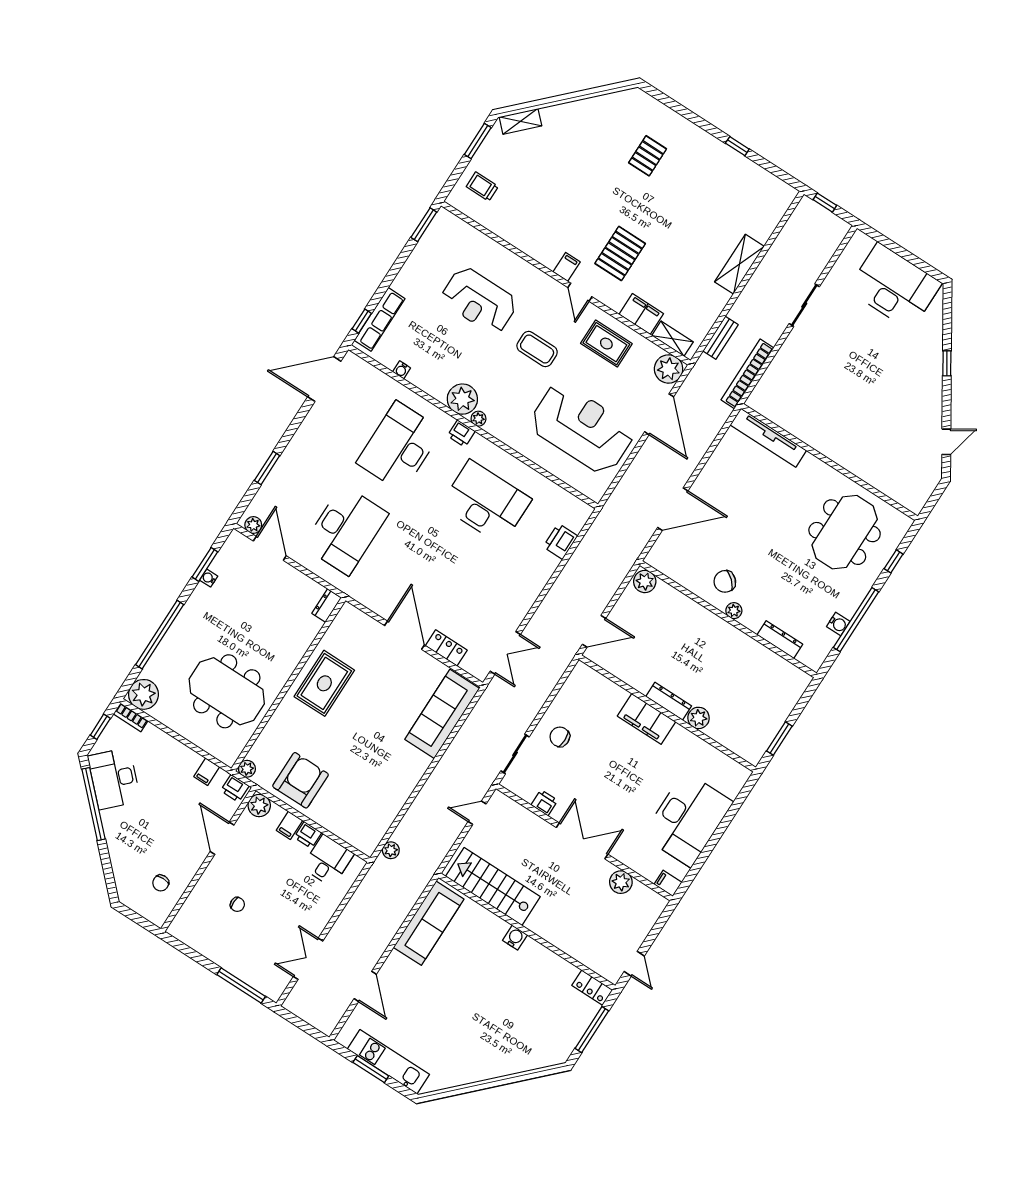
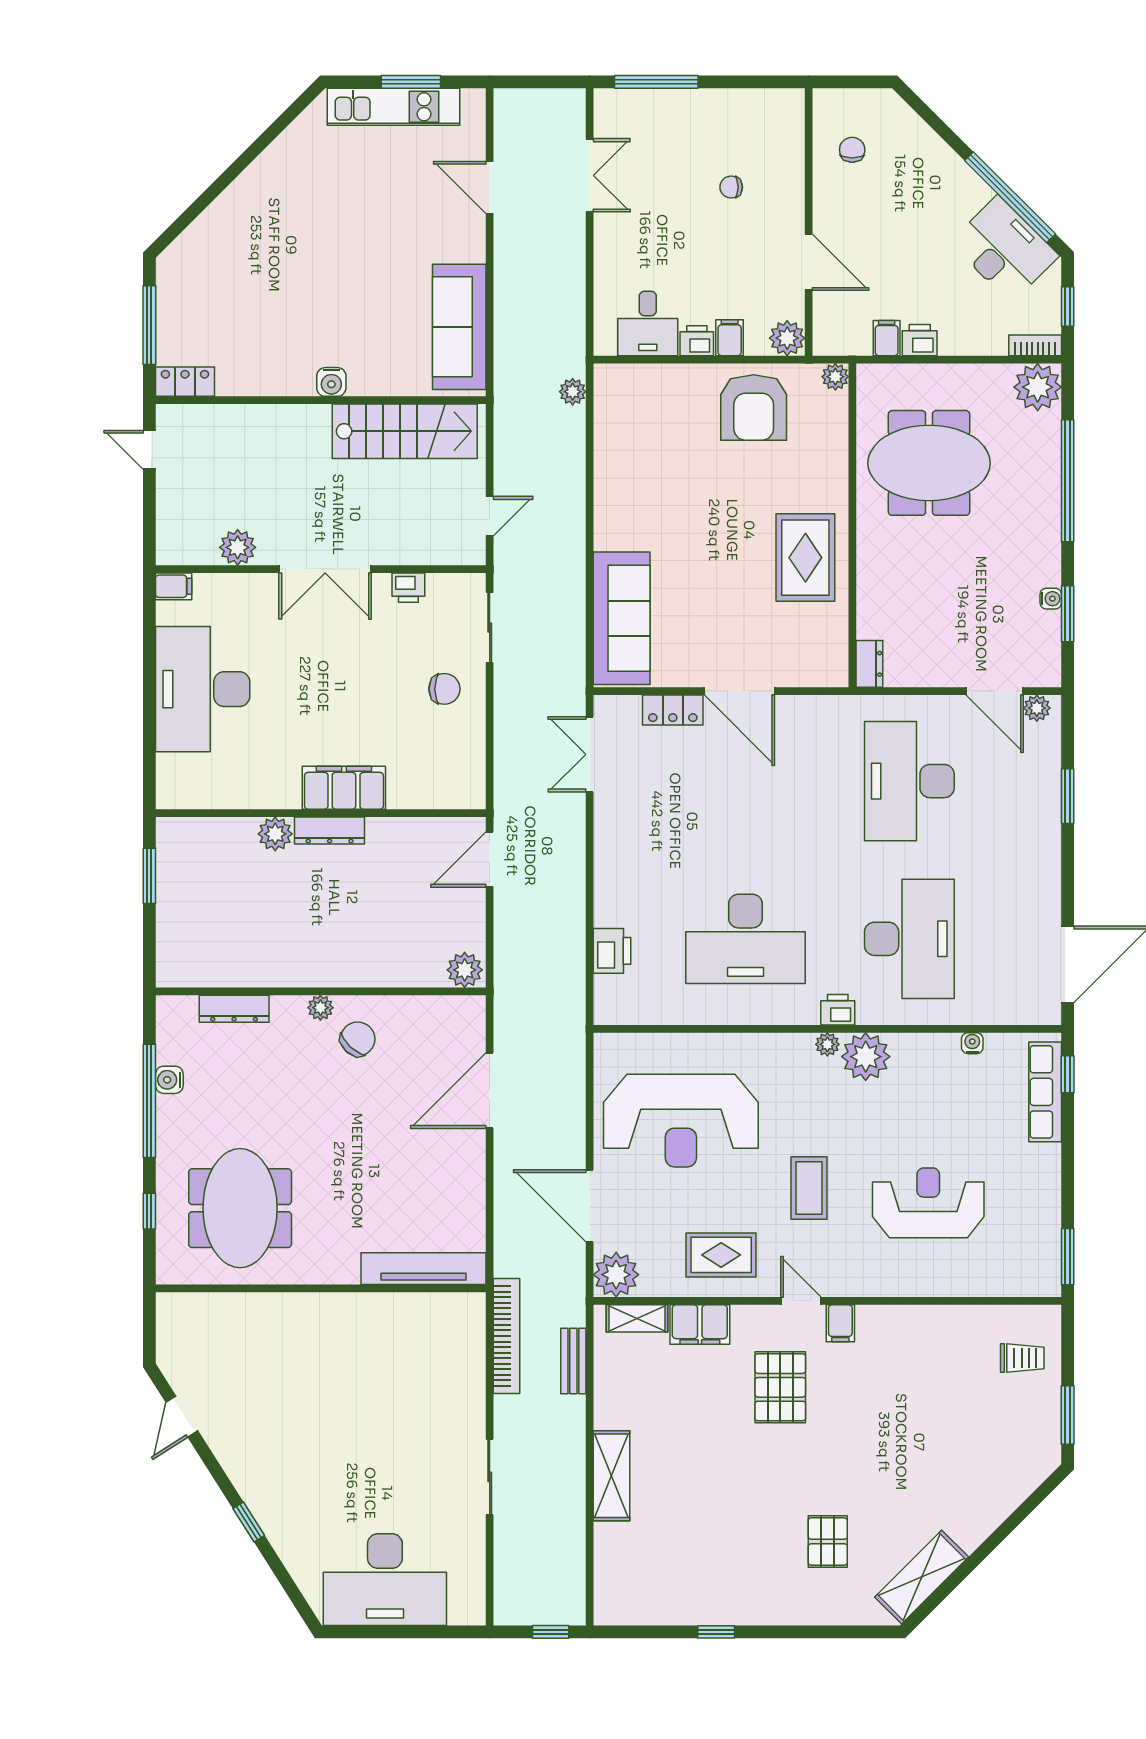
shelving: (520, 121) -> (922, 1577), moved, width x1.50, depth x1.33
coffee table: (537, 349) -> (809, 1188), turned 90
printer: (235, 788) -> (920, 340), moved

